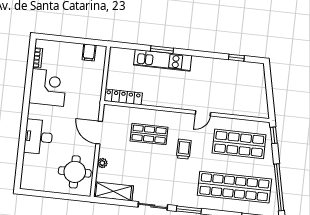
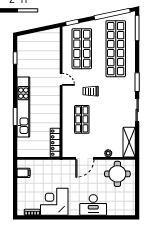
kitchen unit: (163, 60) -> (23, 107), width x1.36

